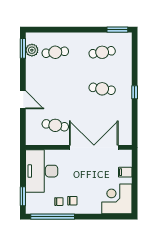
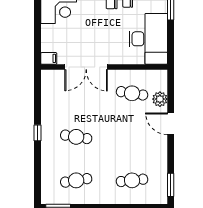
plant: (32, 50) -> (160, 99), moved
double door: (94, 147) -> (86, 67), width x0.73
filing cabinet: (125, 172) -> (49, 58), moved

